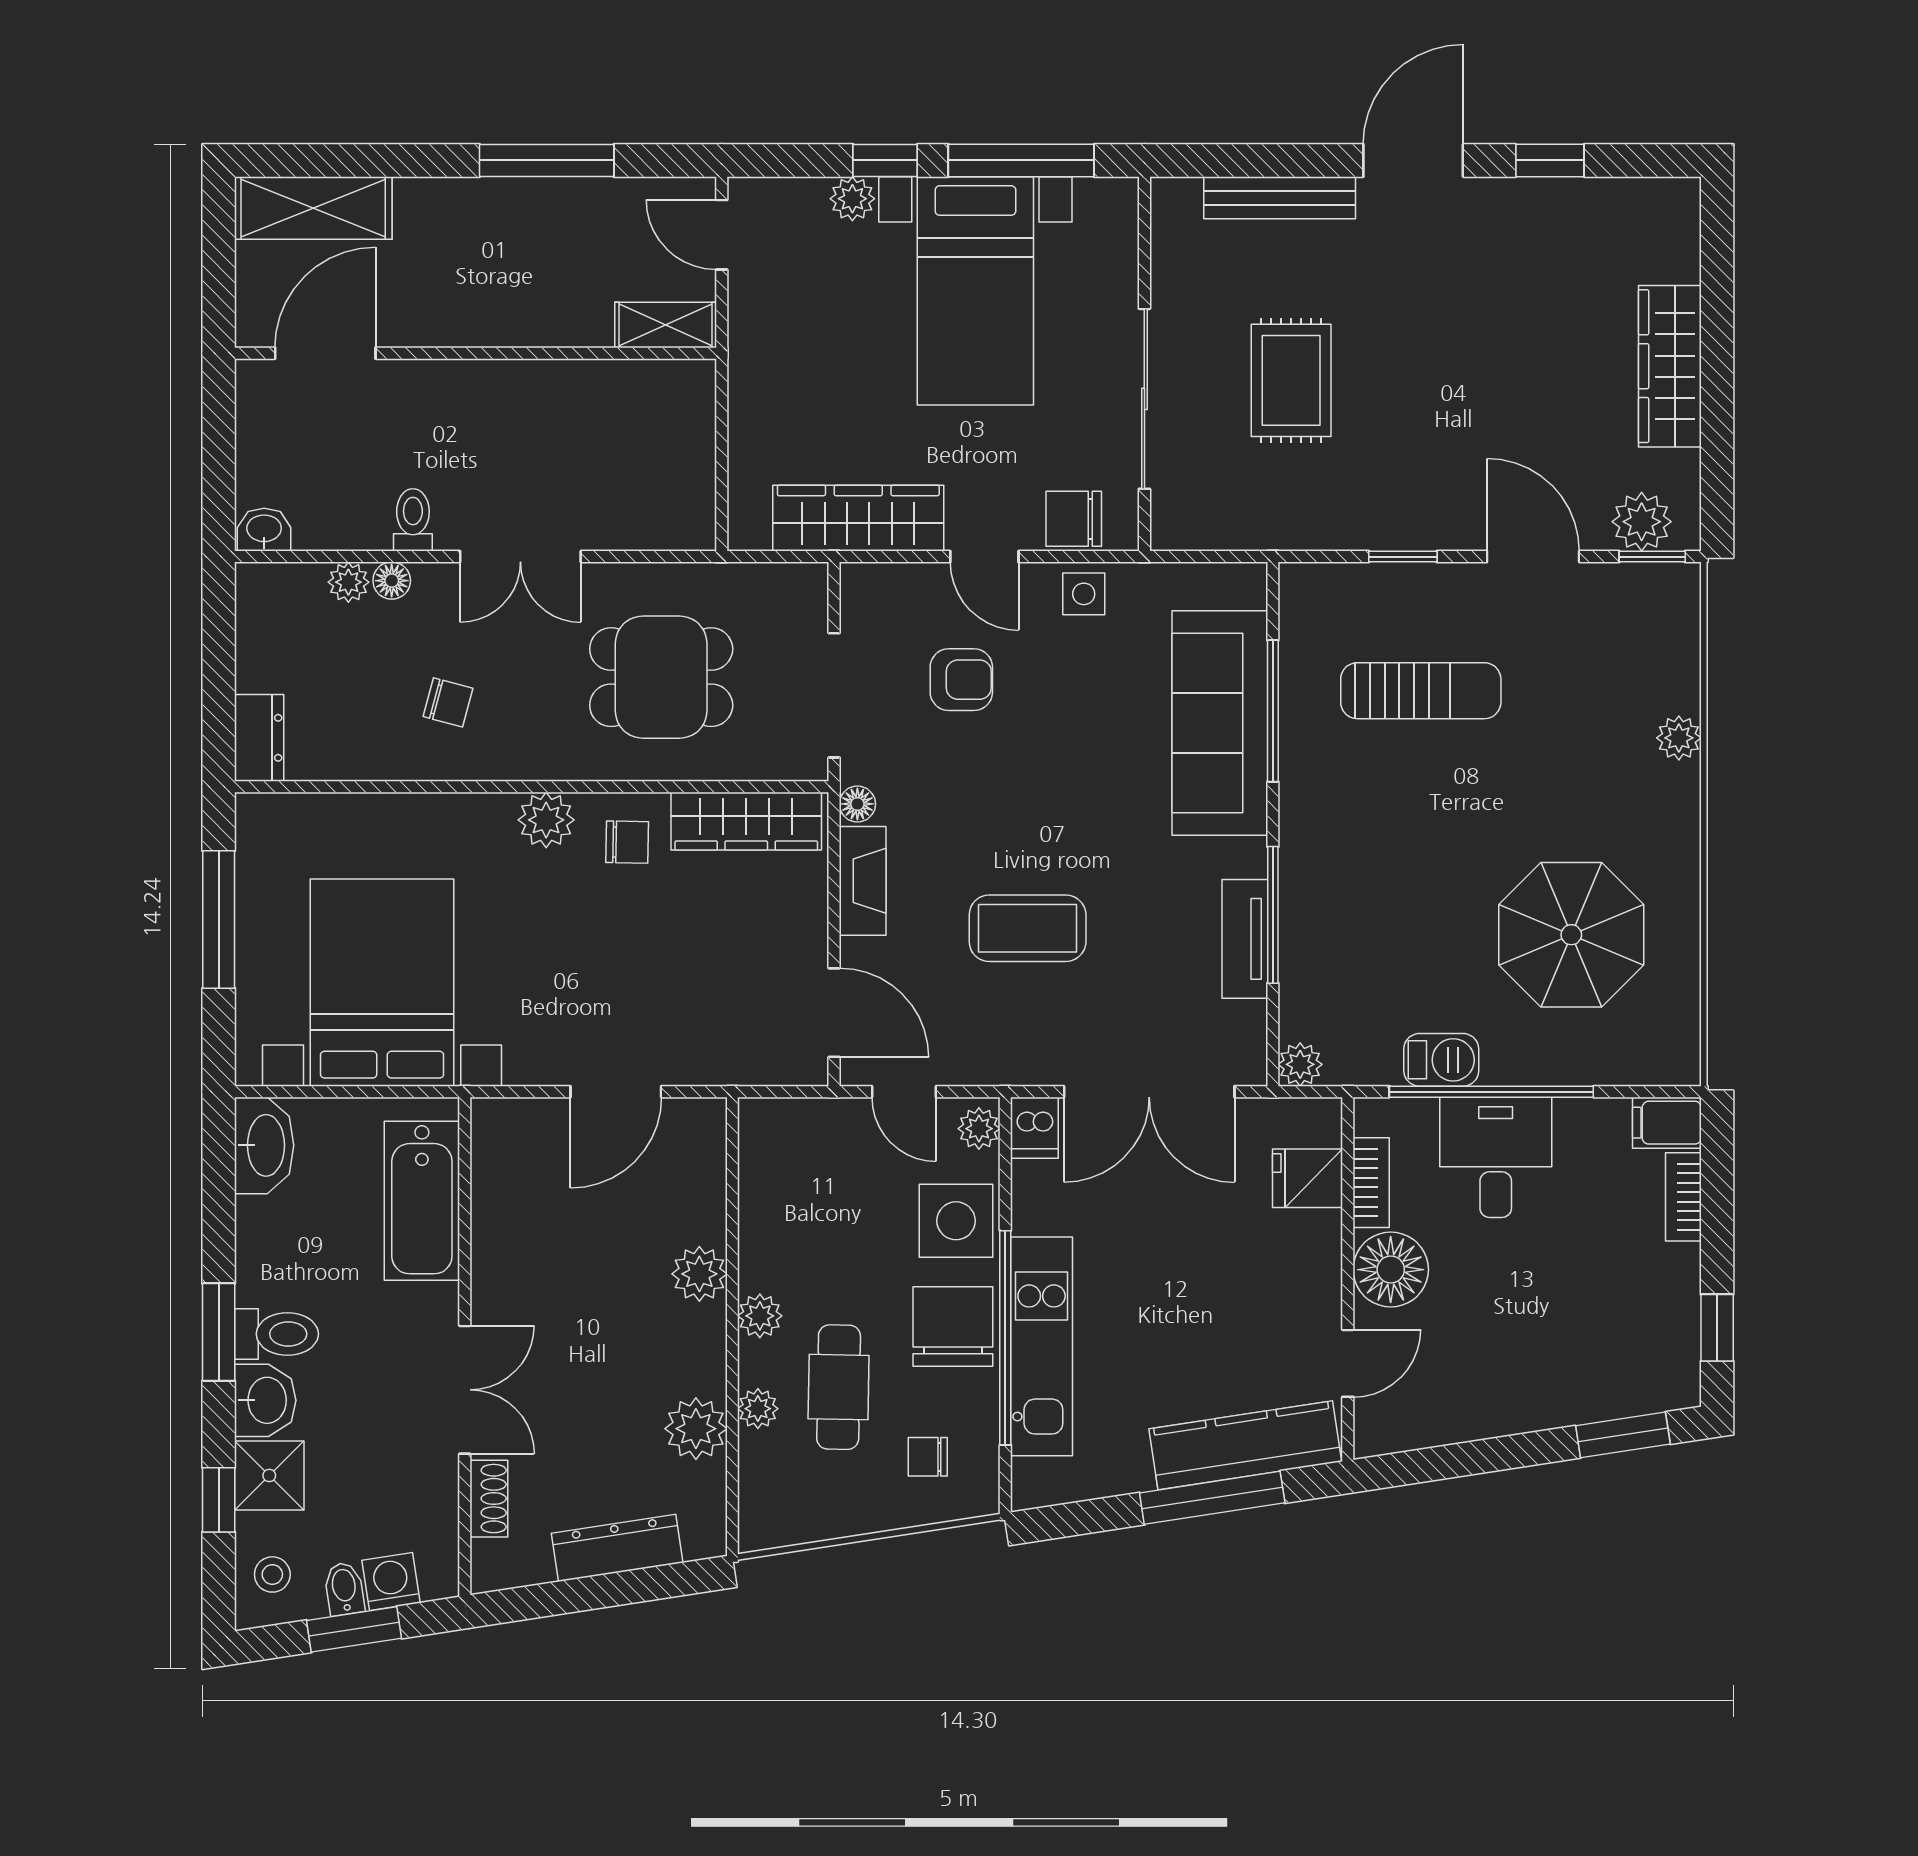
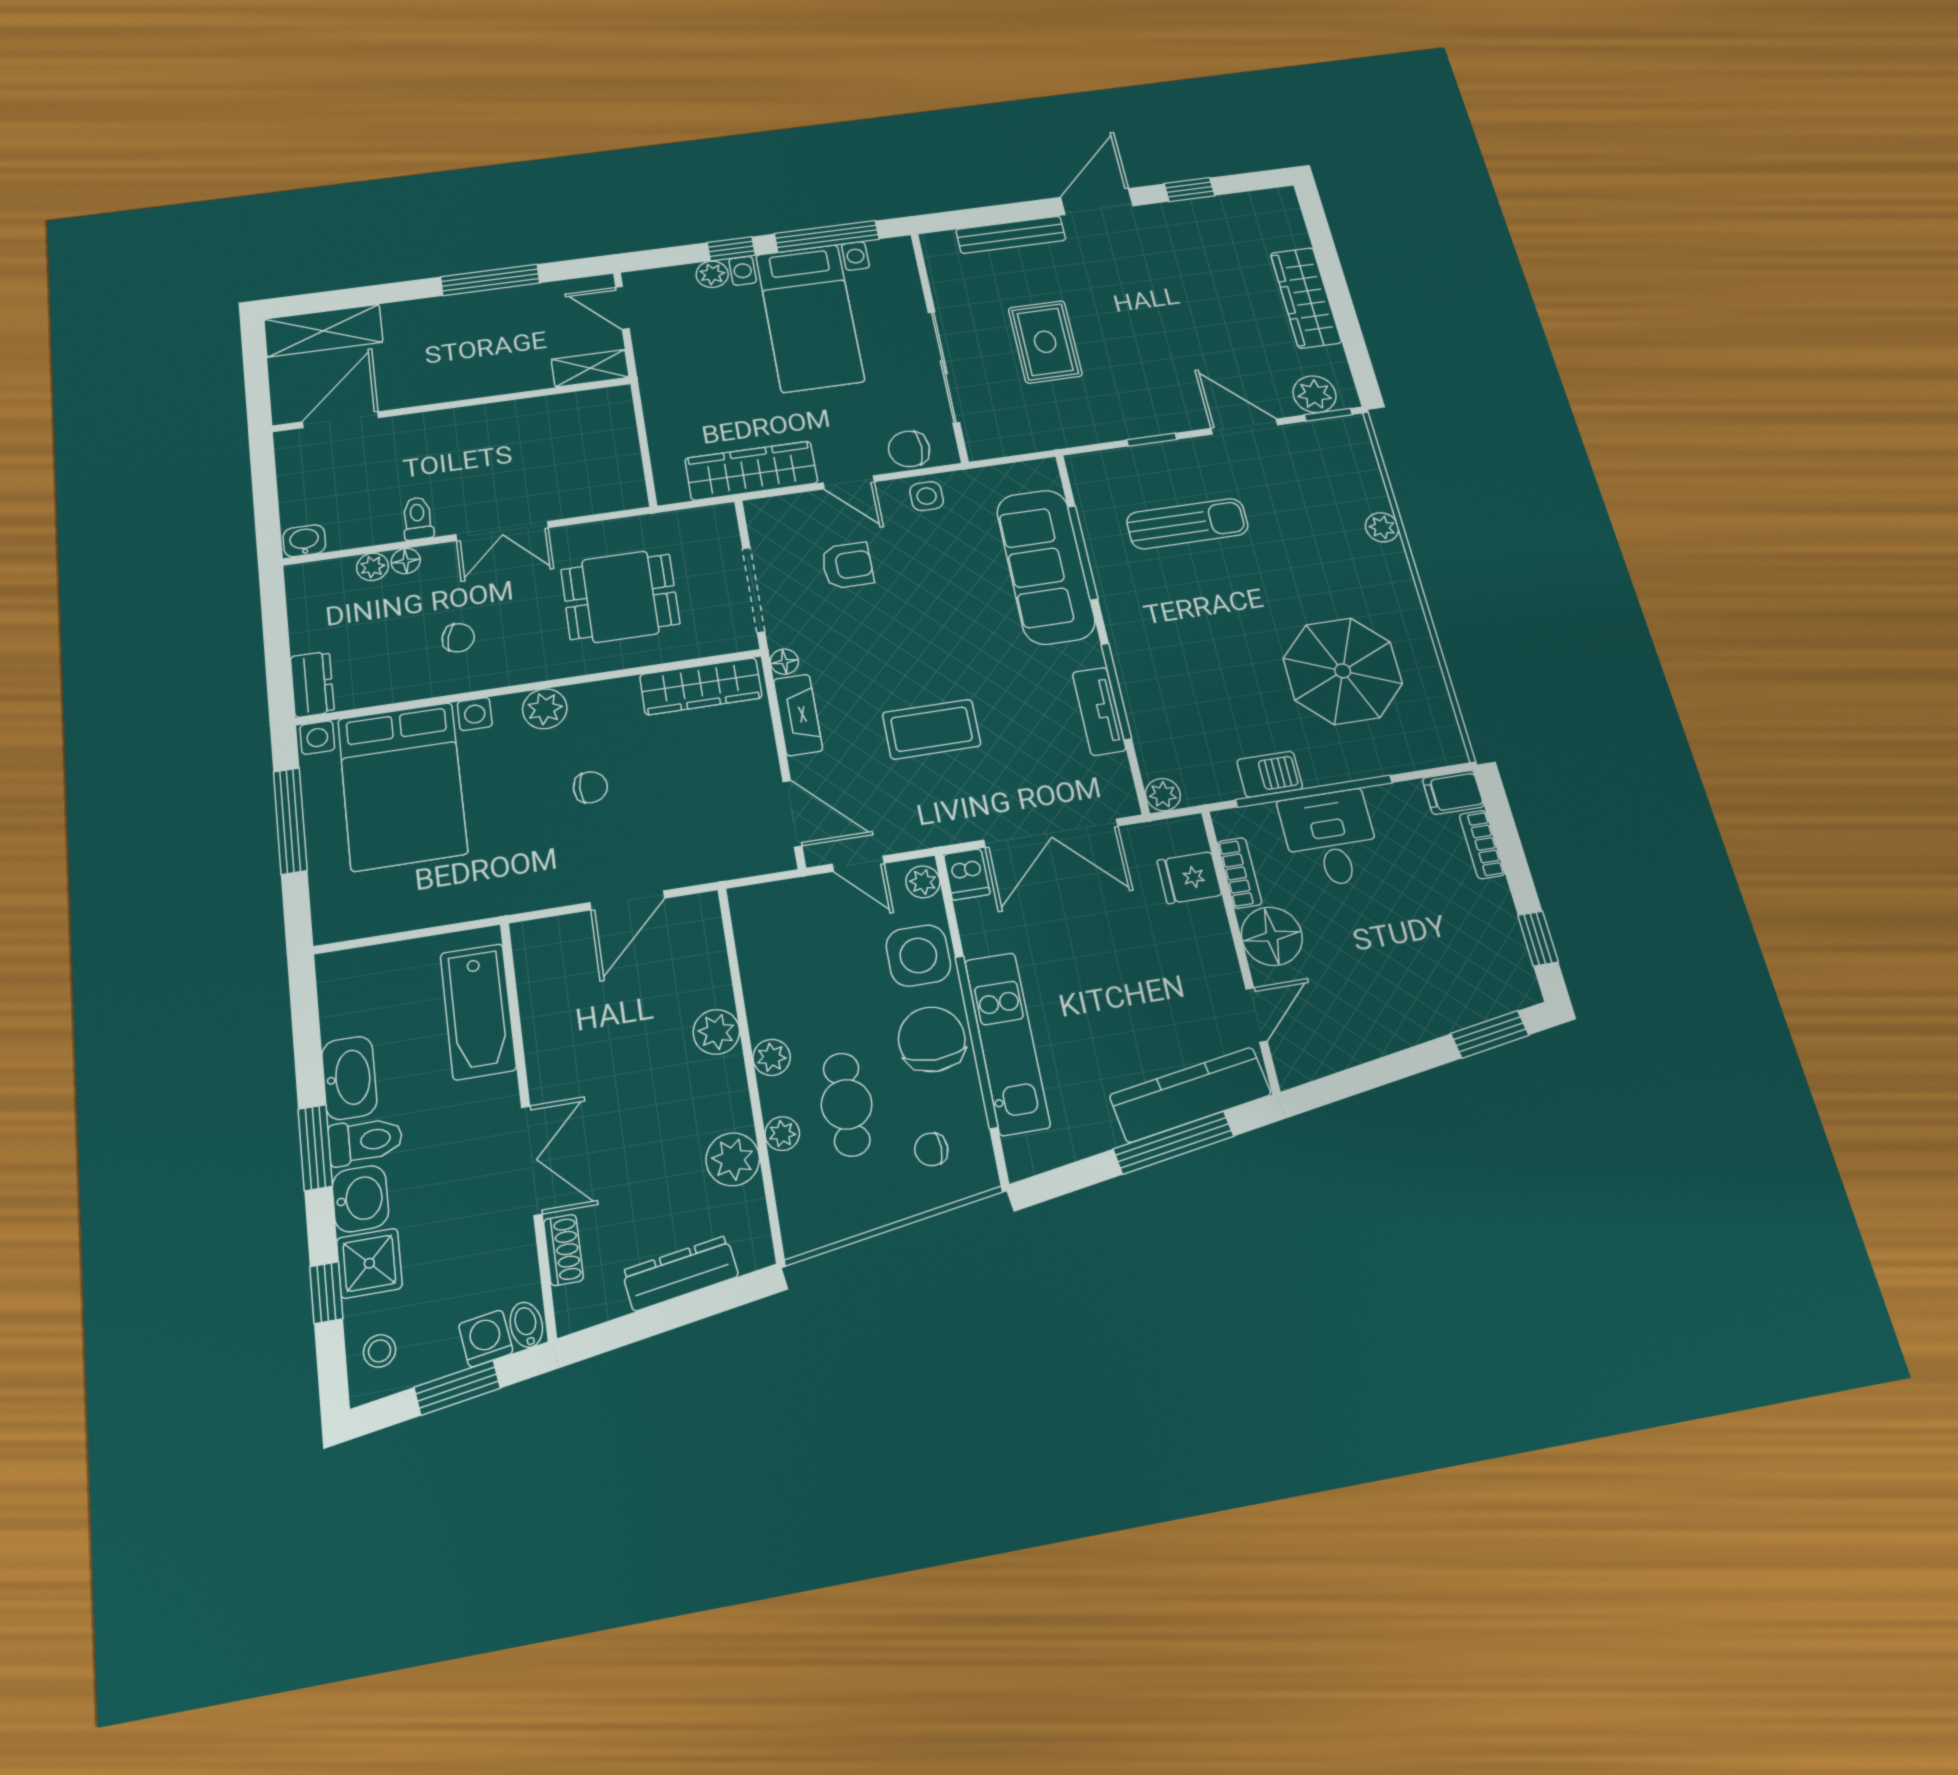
chair: (627, 842) -> (590, 787), moved
bed with nightstands: (382, 983) -> (402, 786), moved, turned 180
washbasin: (264, 1145) -> (349, 1078), moved
bidet: (344, 1589) -> (526, 1325), moved

